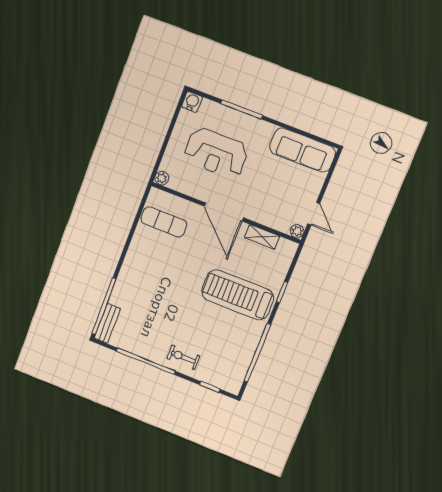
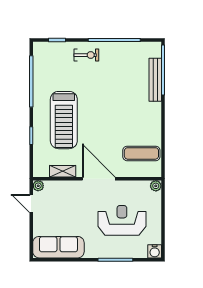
treadmill: (238, 295) -> (64, 120), turned 90
bench: (107, 324) -> (155, 80), moved, width x1.36

